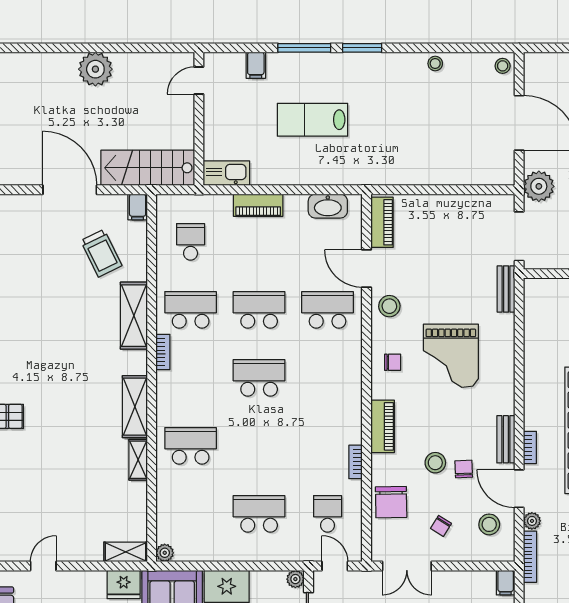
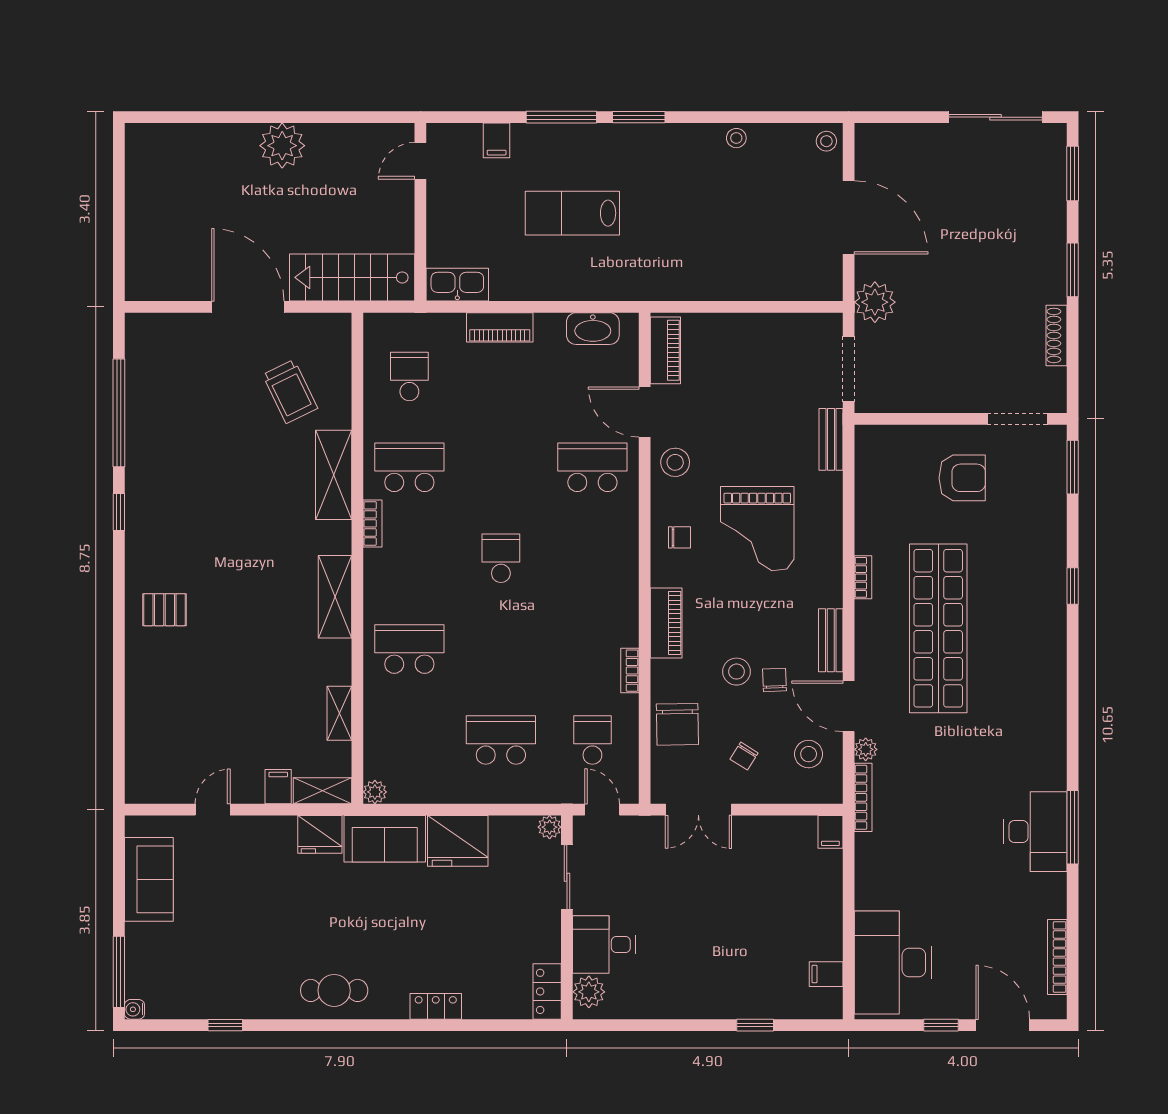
filing cabinet: (138, 207) -> (278, 787), moved, turned 180
school desk: (259, 310) -> (501, 467), removed
school desk: (259, 378) -> (501, 558), width x0.54
bookcase: (530, 447) -> (863, 577), moved
shelving: (138, 460) -> (339, 713), moved

